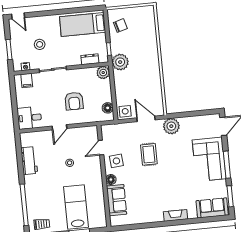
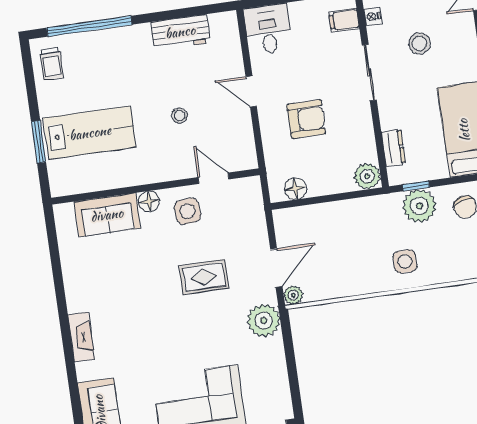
plant: (120, 62) -> (419, 206), moved
armchair: (74, 101) -> (306, 119), turned 180
side table: (125, 111) -> (405, 261), moved
plant: (160, 111) -> (293, 295), added

